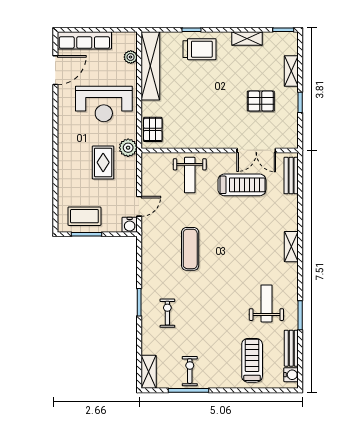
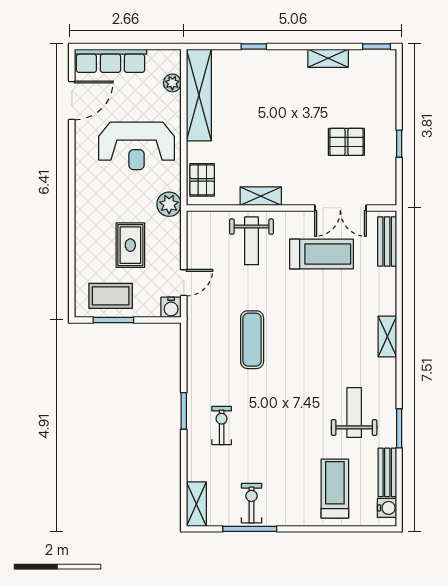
trolley: (200, 49) -> (265, 72), removed
shelving: (291, 71) -> (261, 196), moved, turned 90
rug: (103, 162) -> (130, 245), moved

